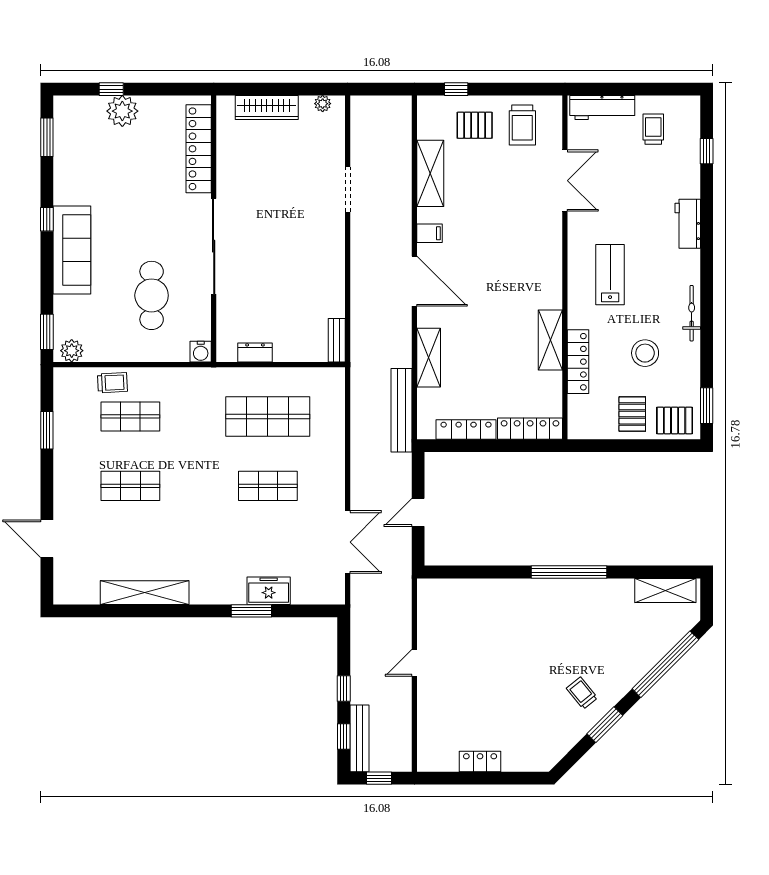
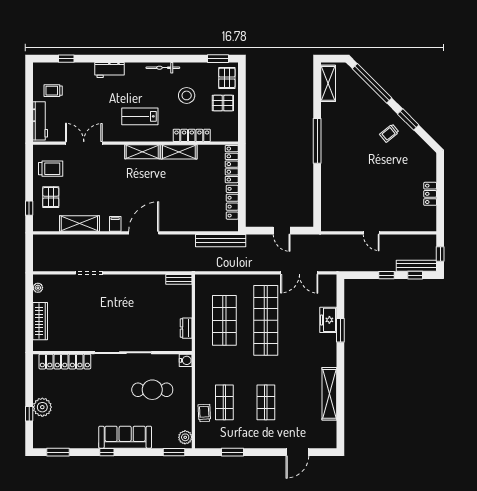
shelving: (429, 358) -> (142, 152), moved
shop shelf: (268, 486) -> (266, 320), width x2.00, depth x1.36
double door: (348, 542) -> (299, 273), swing flipped

